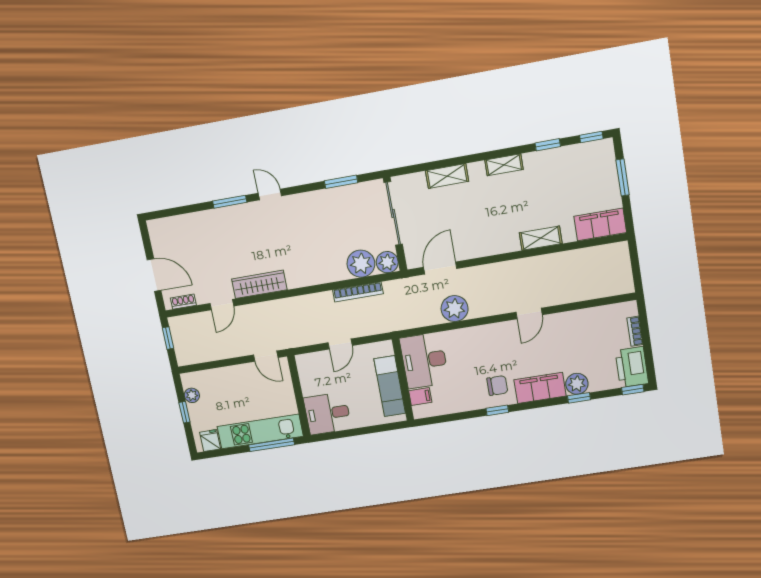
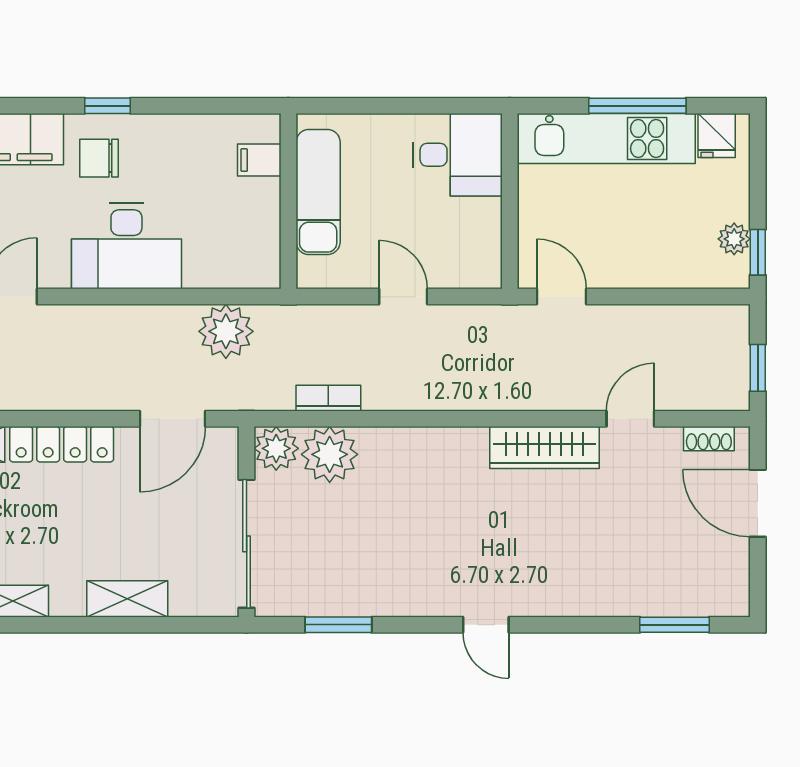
window: (230, 202) -> (675, 625), moved
locker: (492, 246) -> (62, 444), added
bookcase: (358, 292) -> (328, 398), width x0.64
plant: (455, 309) -> (226, 331), moved
door: (340, 344) -> (403, 297), hinge flipped
desk: (424, 361) -> (126, 246), moved, turned 90
window: (184, 412) -> (758, 252), moved
window: (272, 445) -> (637, 106), moved

